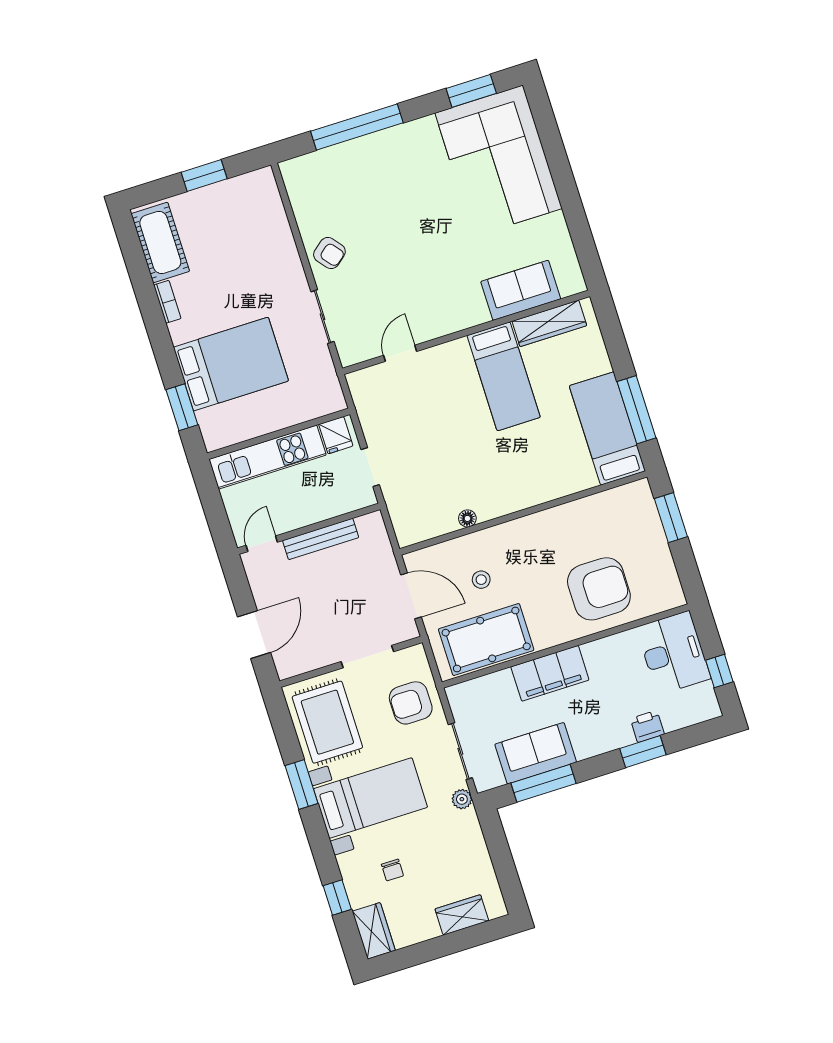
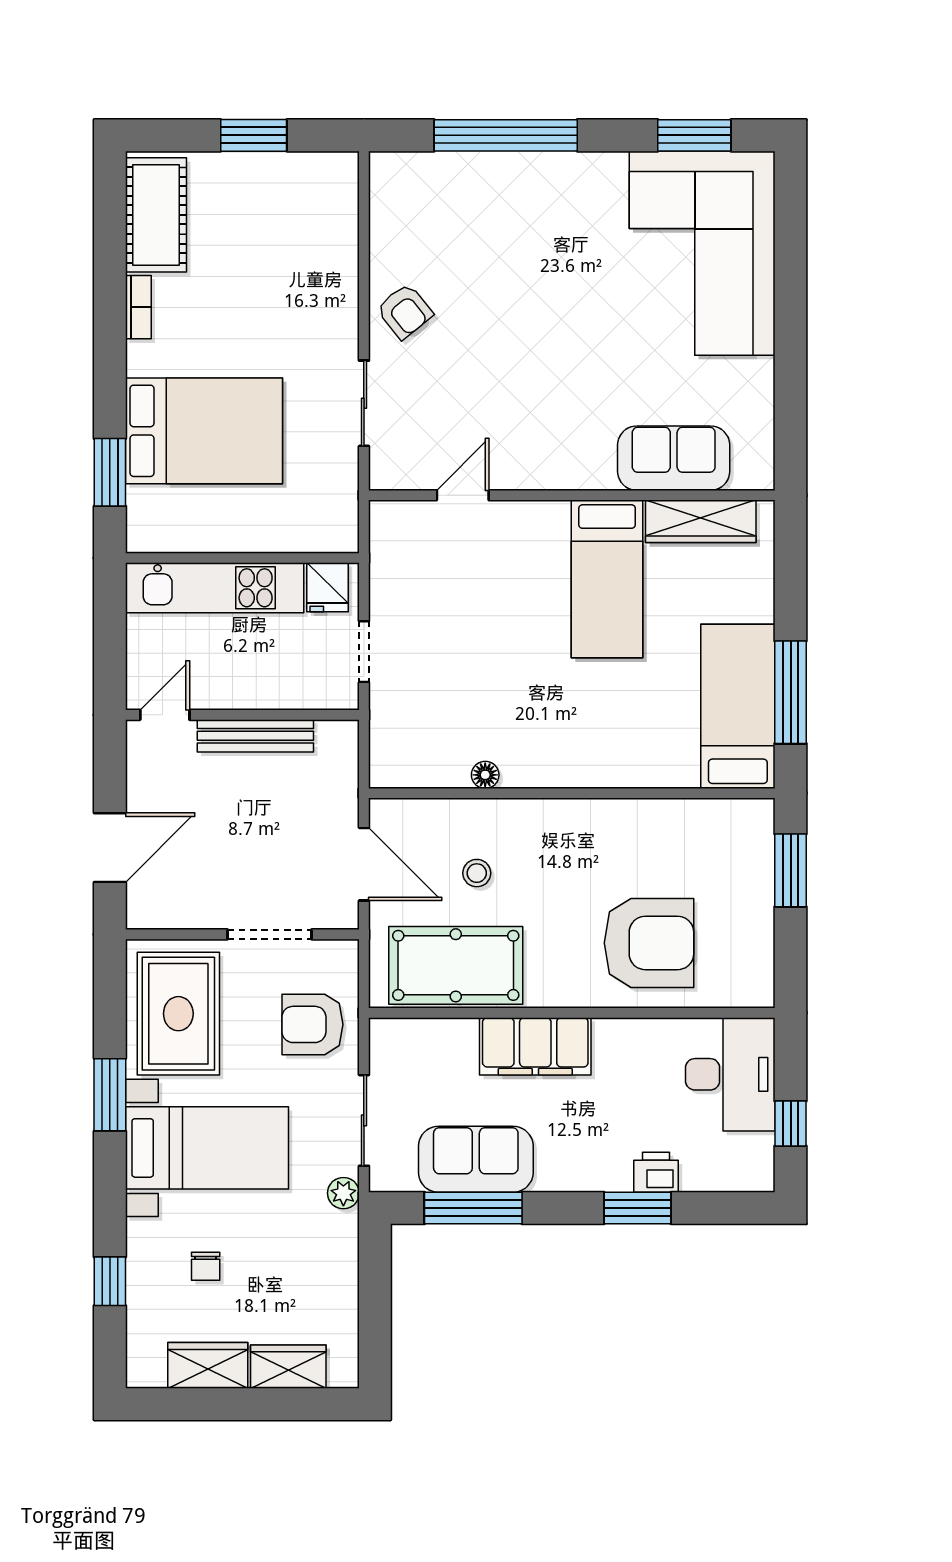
wardrobe: (374, 931) -> (208, 1365), moved, turned -90

